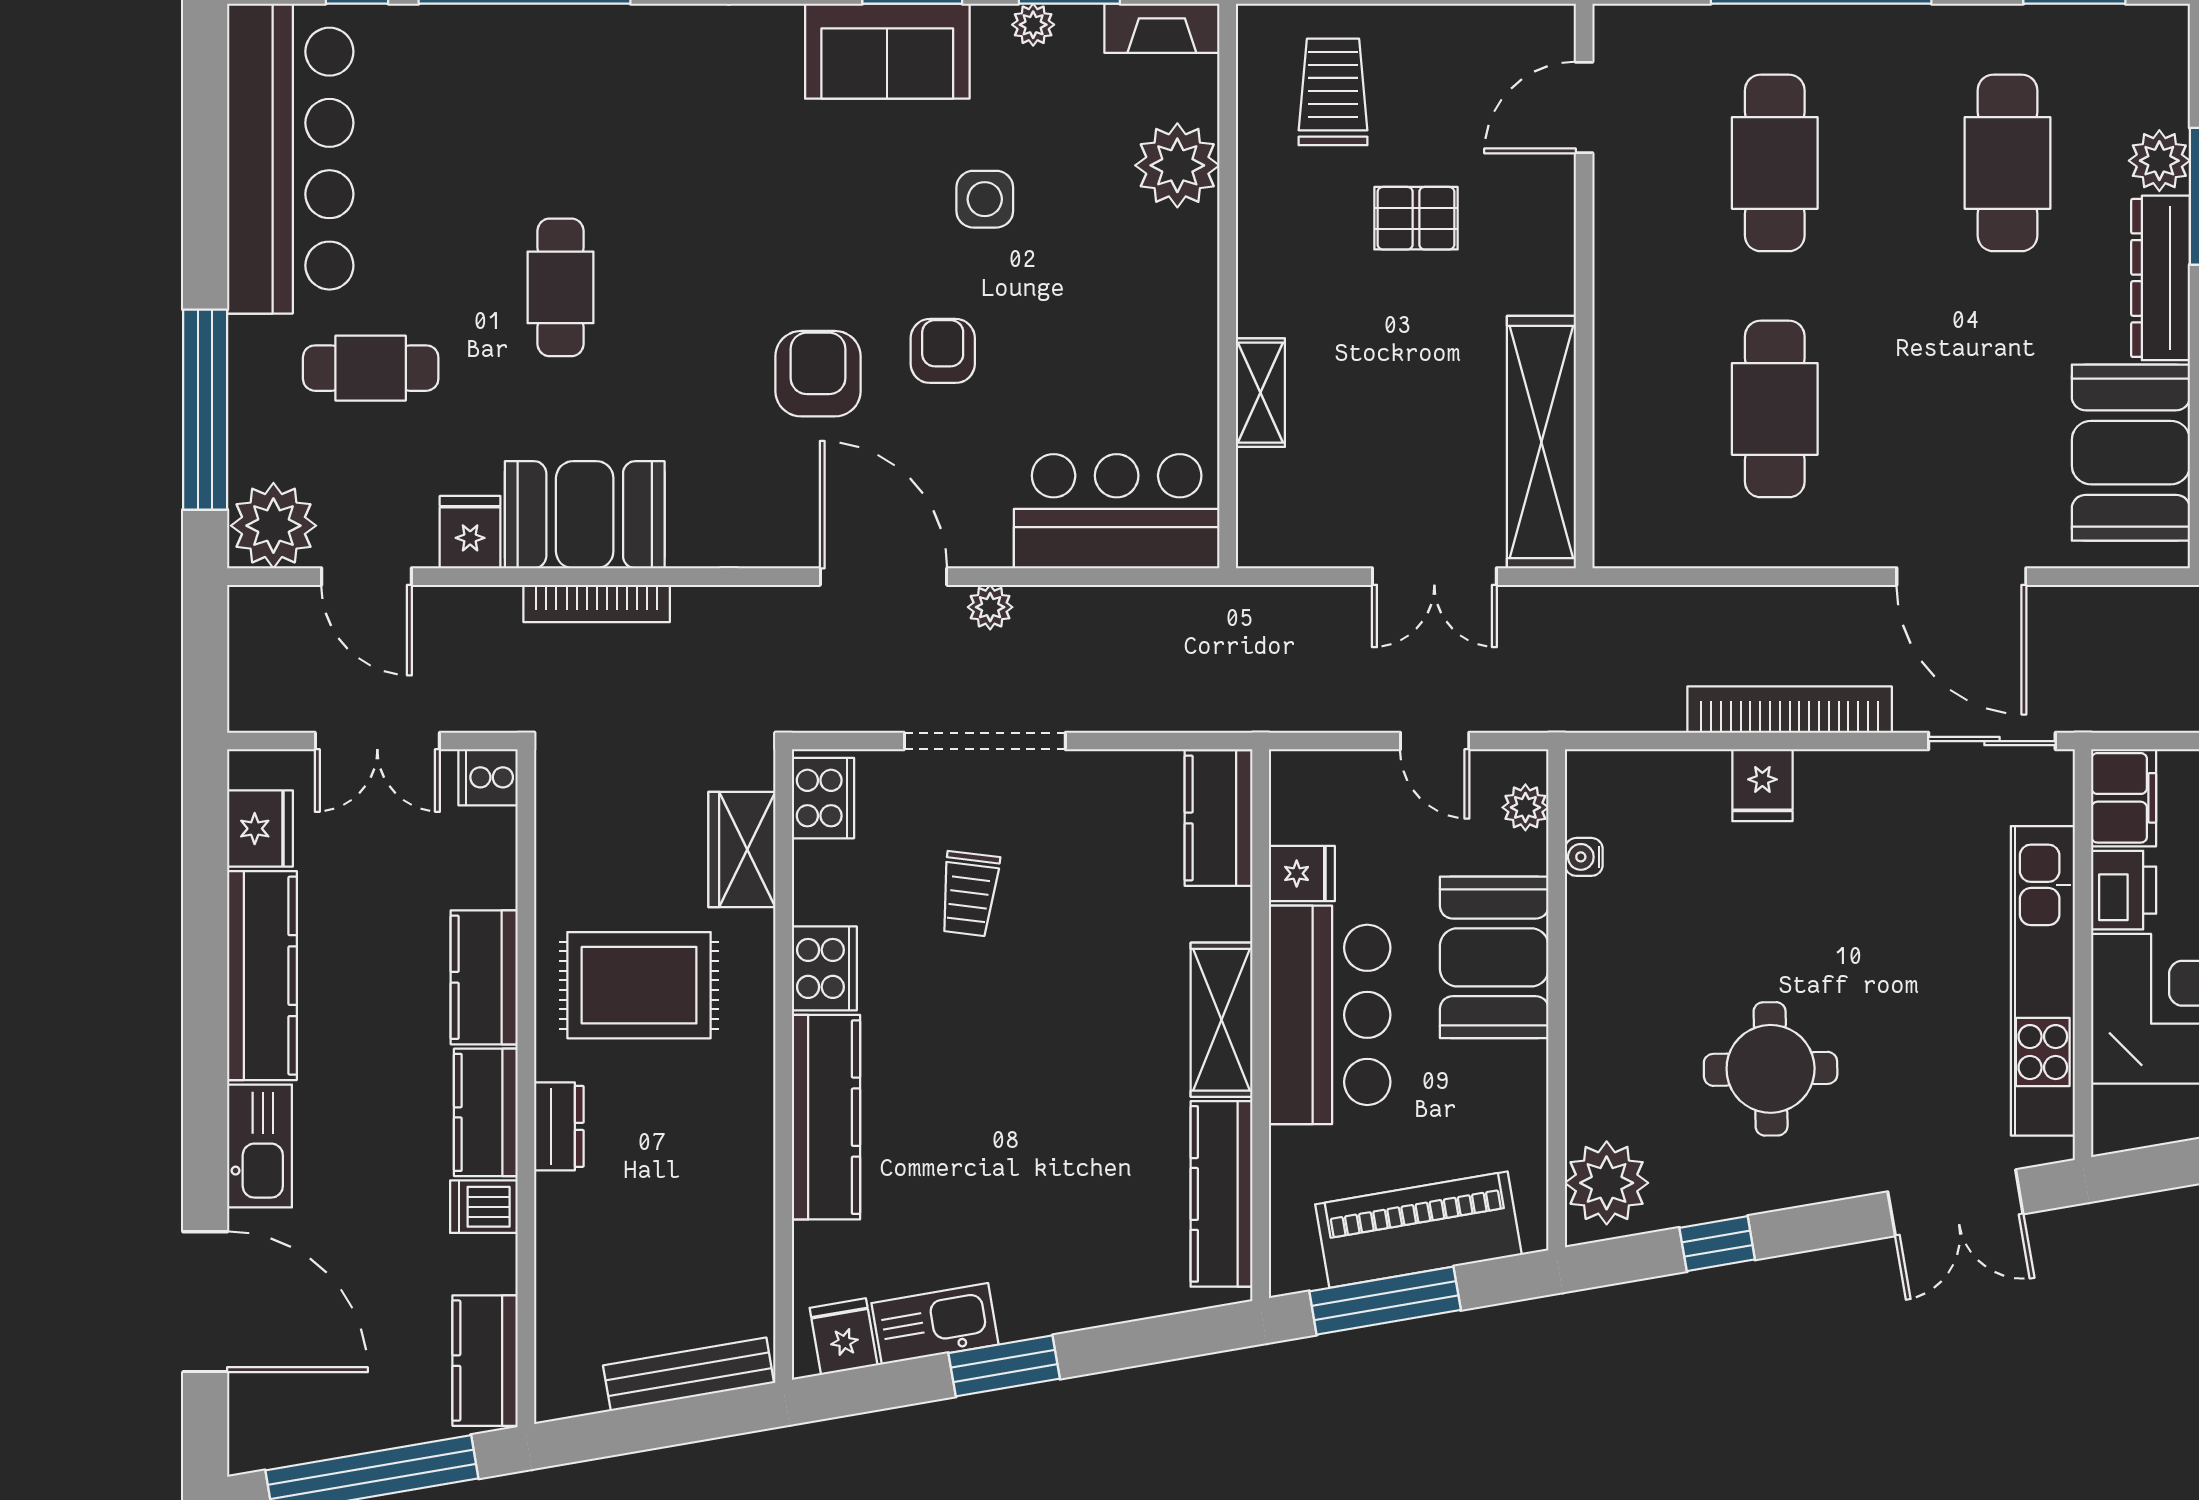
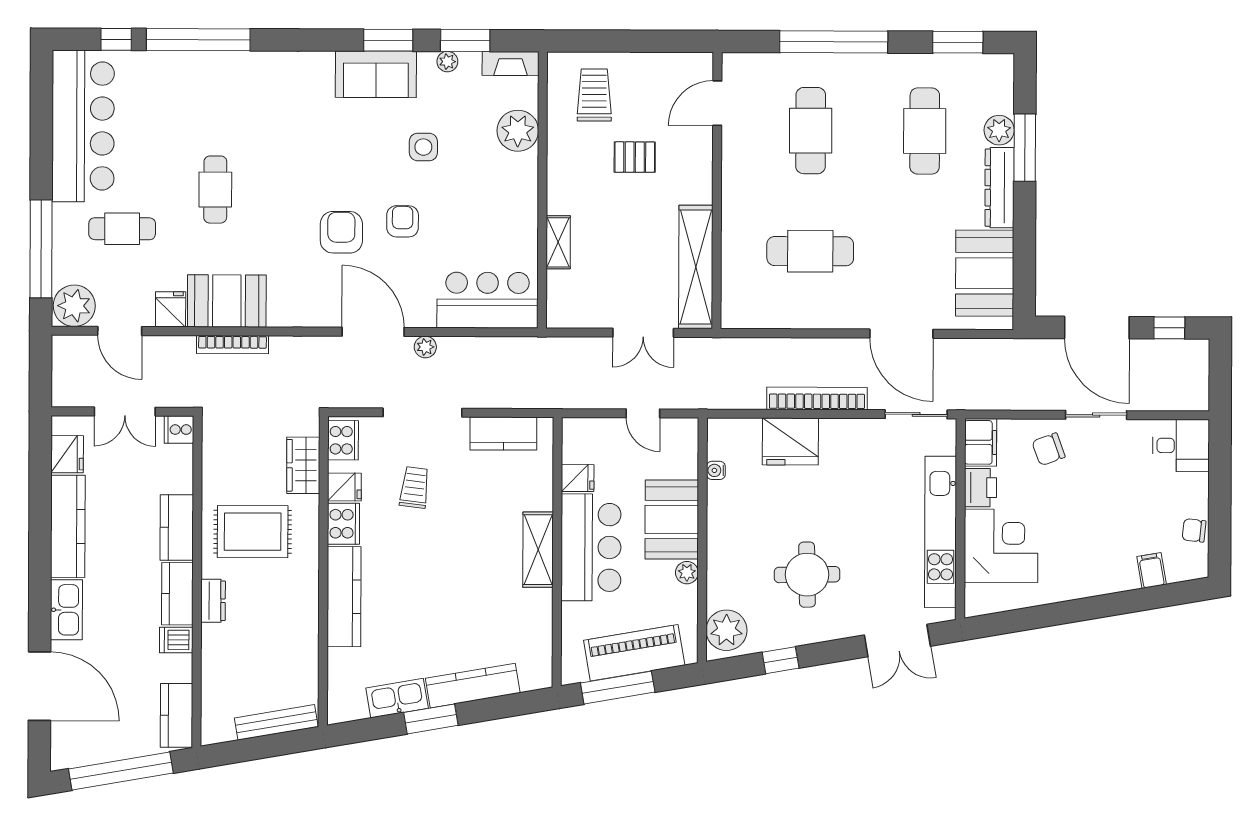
cafe table: (1775, 409) -> (810, 251), turned 90
fridge: (1762, 785) -> (790, 441), width x1.88, depth x1.34
plant: (1525, 807) -> (687, 573), moved
kitchen counter: (1218, 818) -> (503, 434), moved, turned -90
trolley: (969, 894) -> (415, 487), turned 180
kitchen counter: (1221, 1194) -> (473, 686), moved, turned 80
fridge: (844, 1337) -> (344, 487), moved, turned 100

